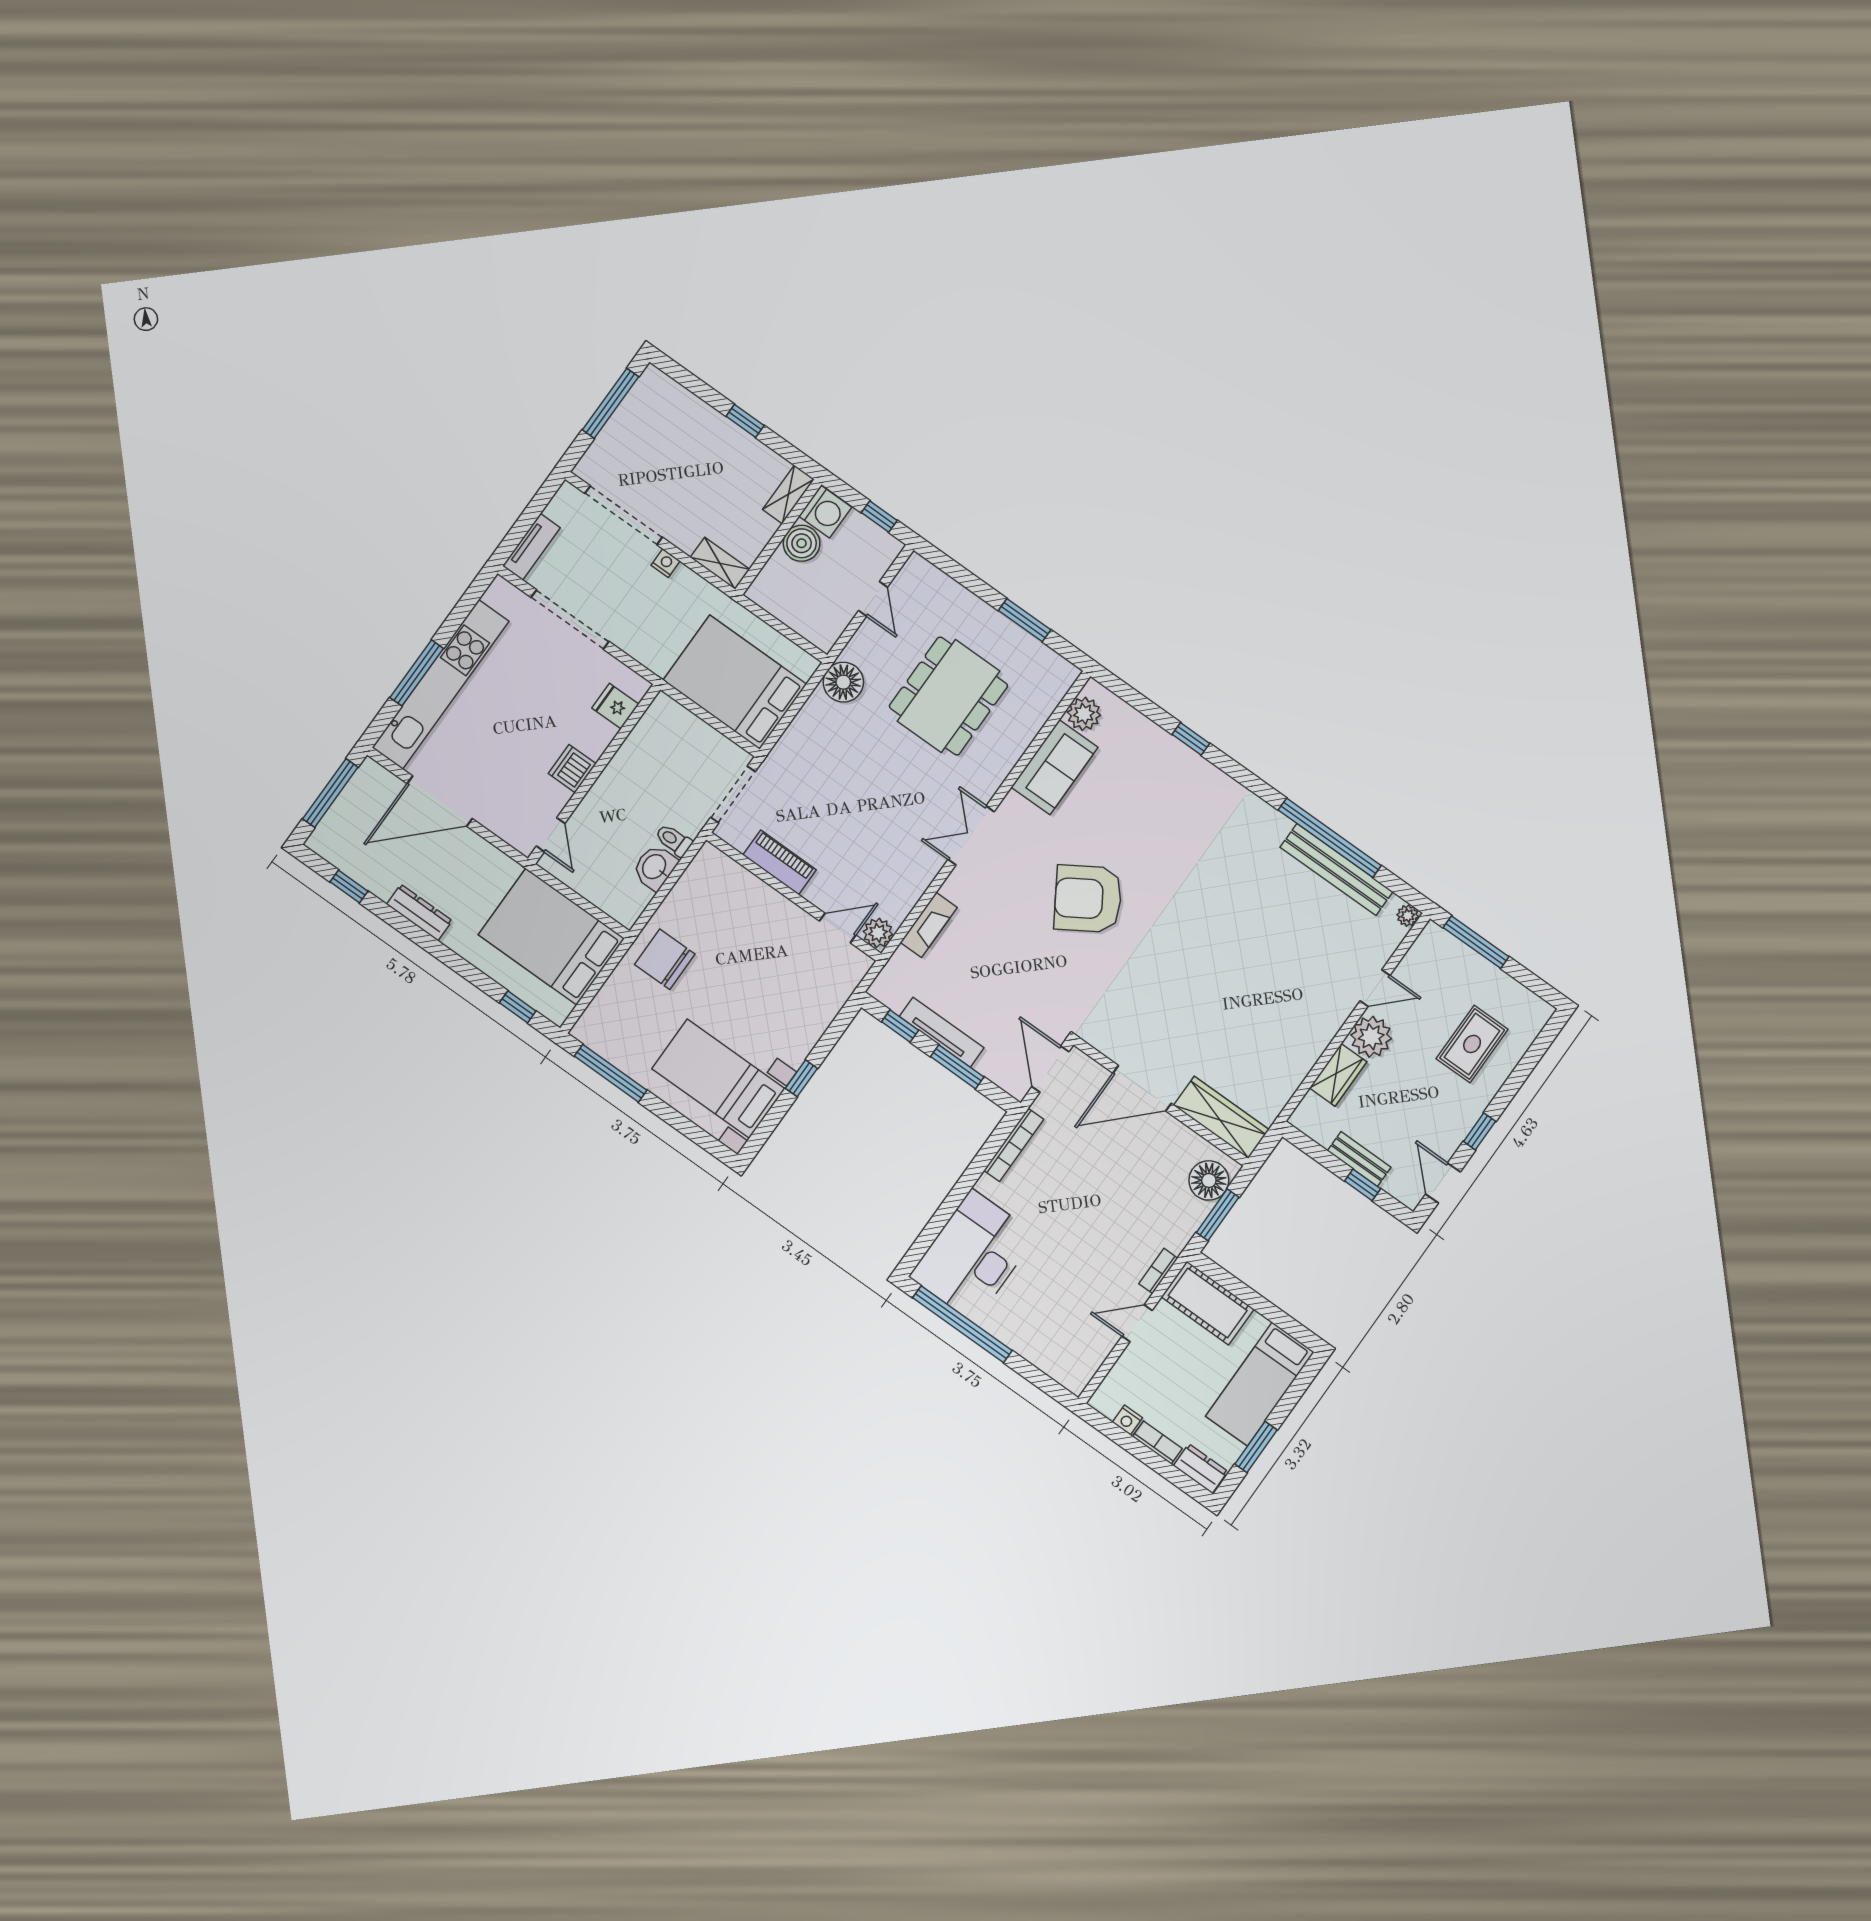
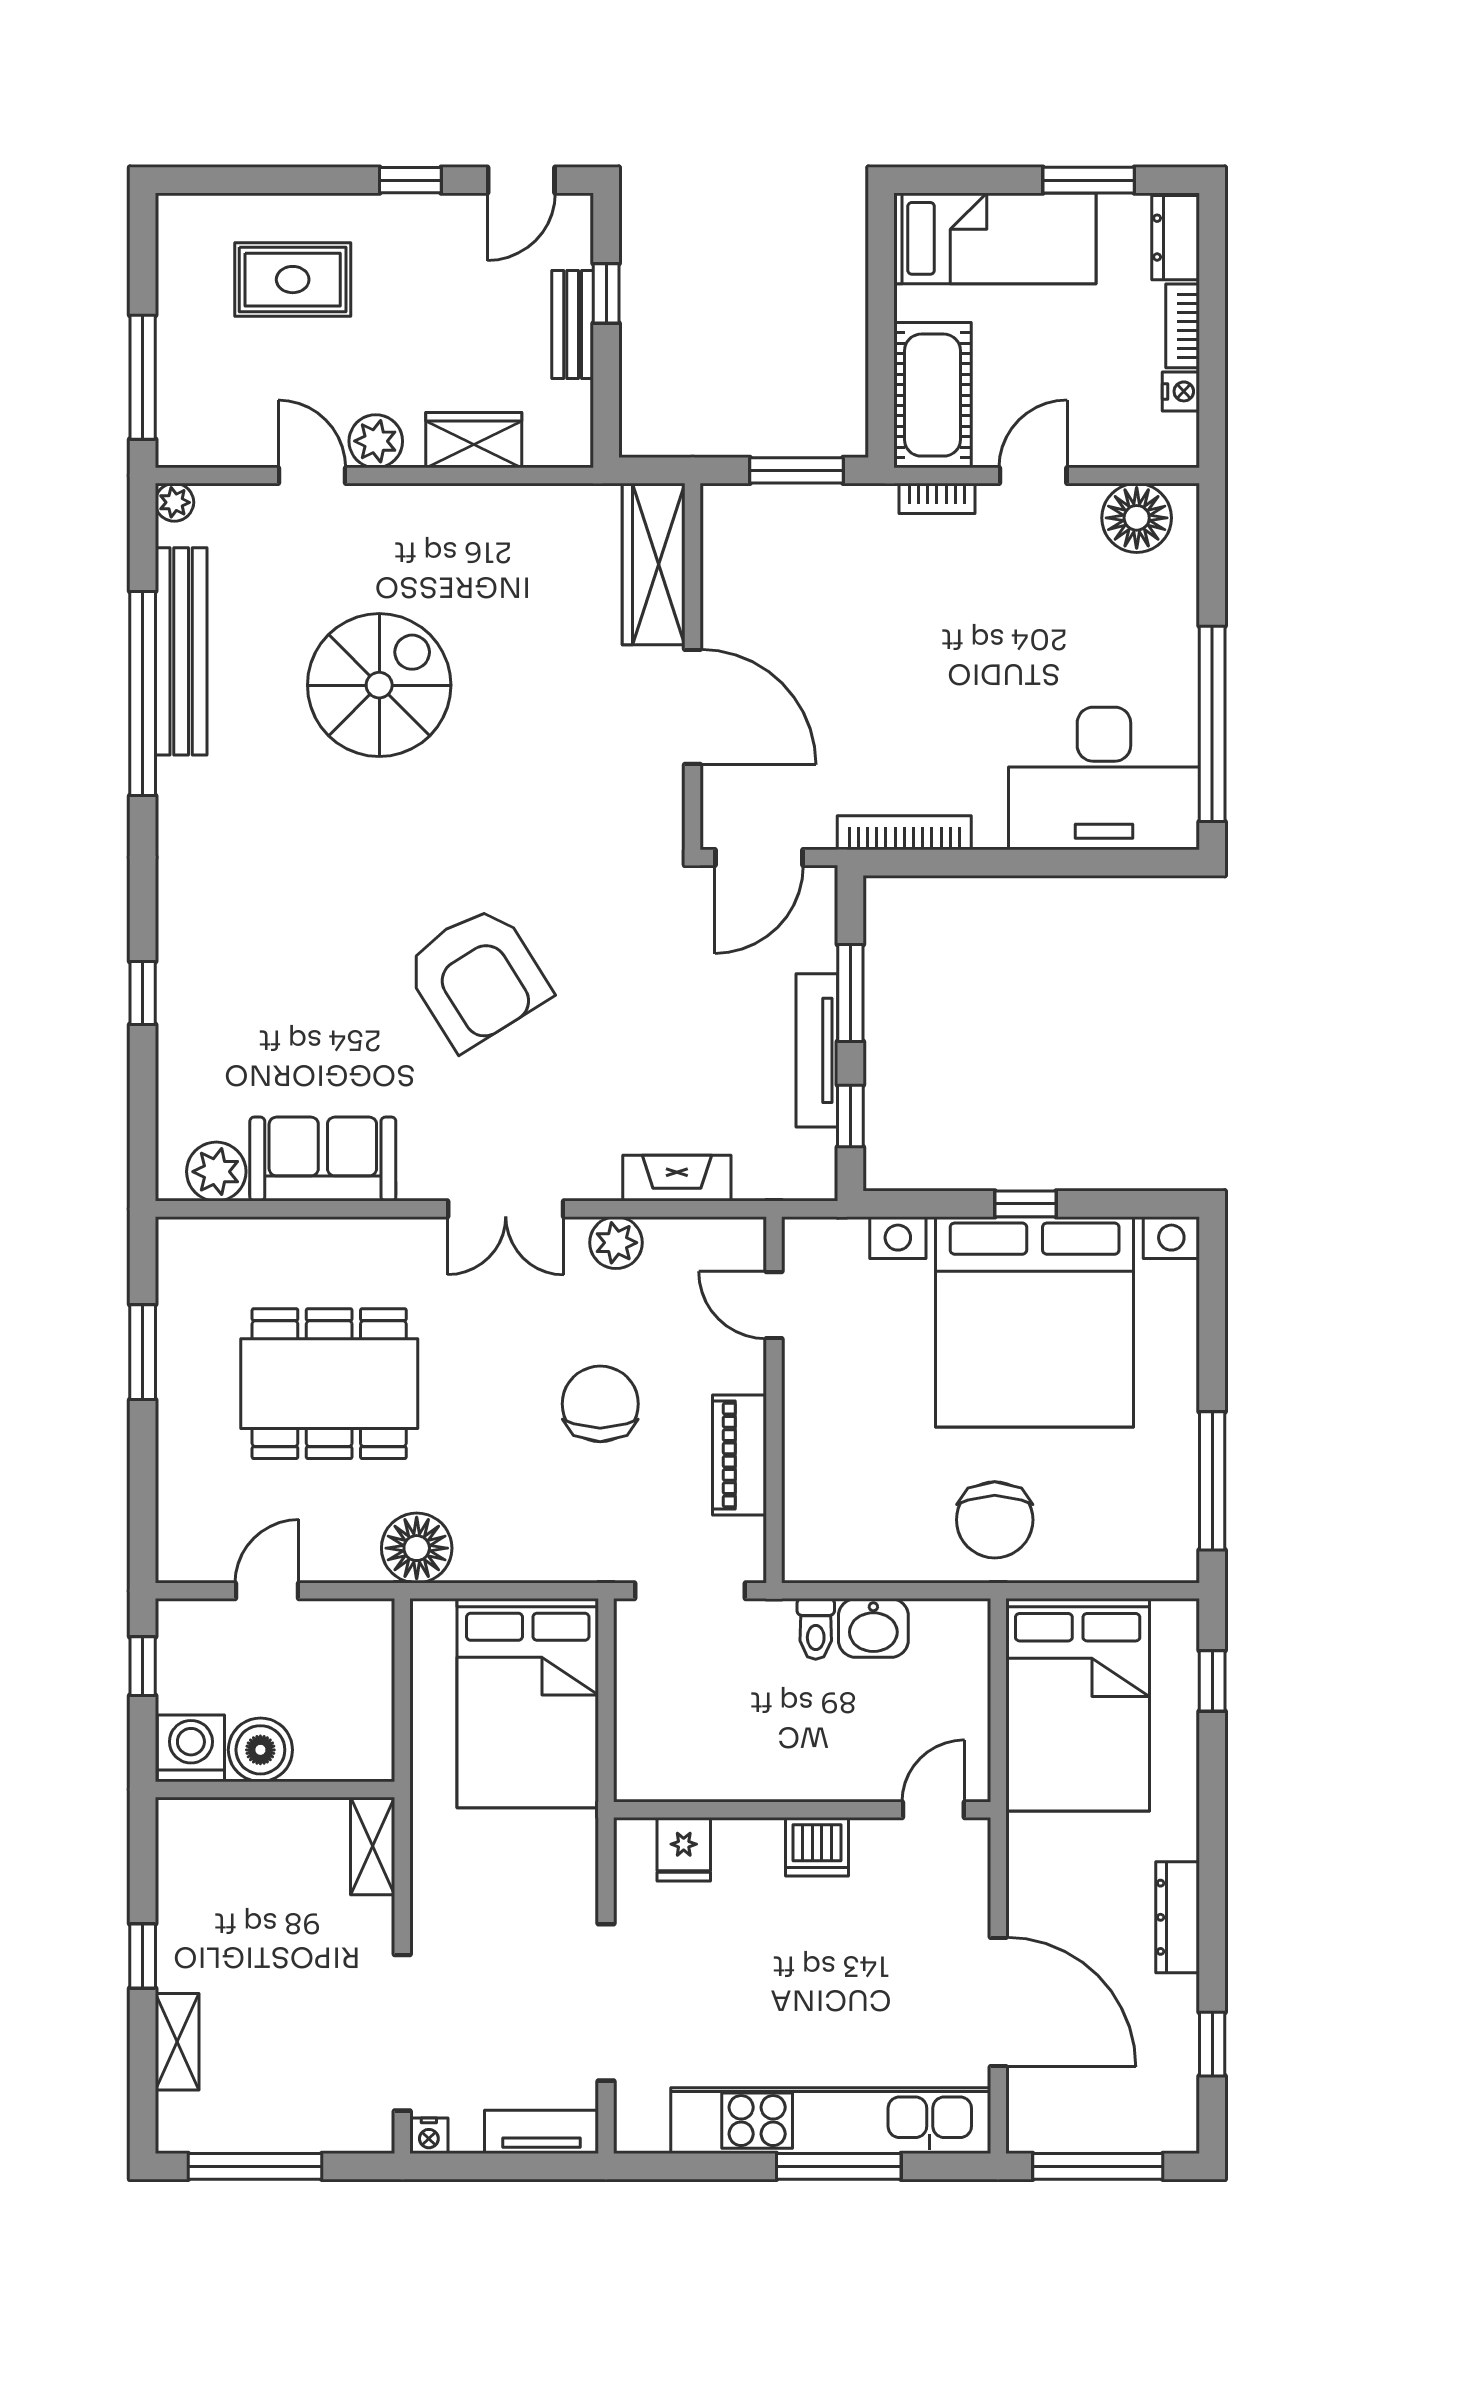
shelving: (788, 494) -> (177, 2042), moved, turned 90
nightstand: (665, 563) -> (429, 2136), moved, turned -90
chair: (849, 815) -> (600, 1404), added
plant: (878, 933) -> (616, 1243), moved
spiral stairs: (1256, 950) -> (379, 685), added
plant: (1371, 1037) -> (376, 441), width x0.73, depth x0.73
bed with nightstands: (718, 1079) -> (1035, 1322), width x1.85
floor lamp: (1209, 1180) -> (1137, 518), moved
door: (1137, 1323) -> (1033, 476), swing flipped

